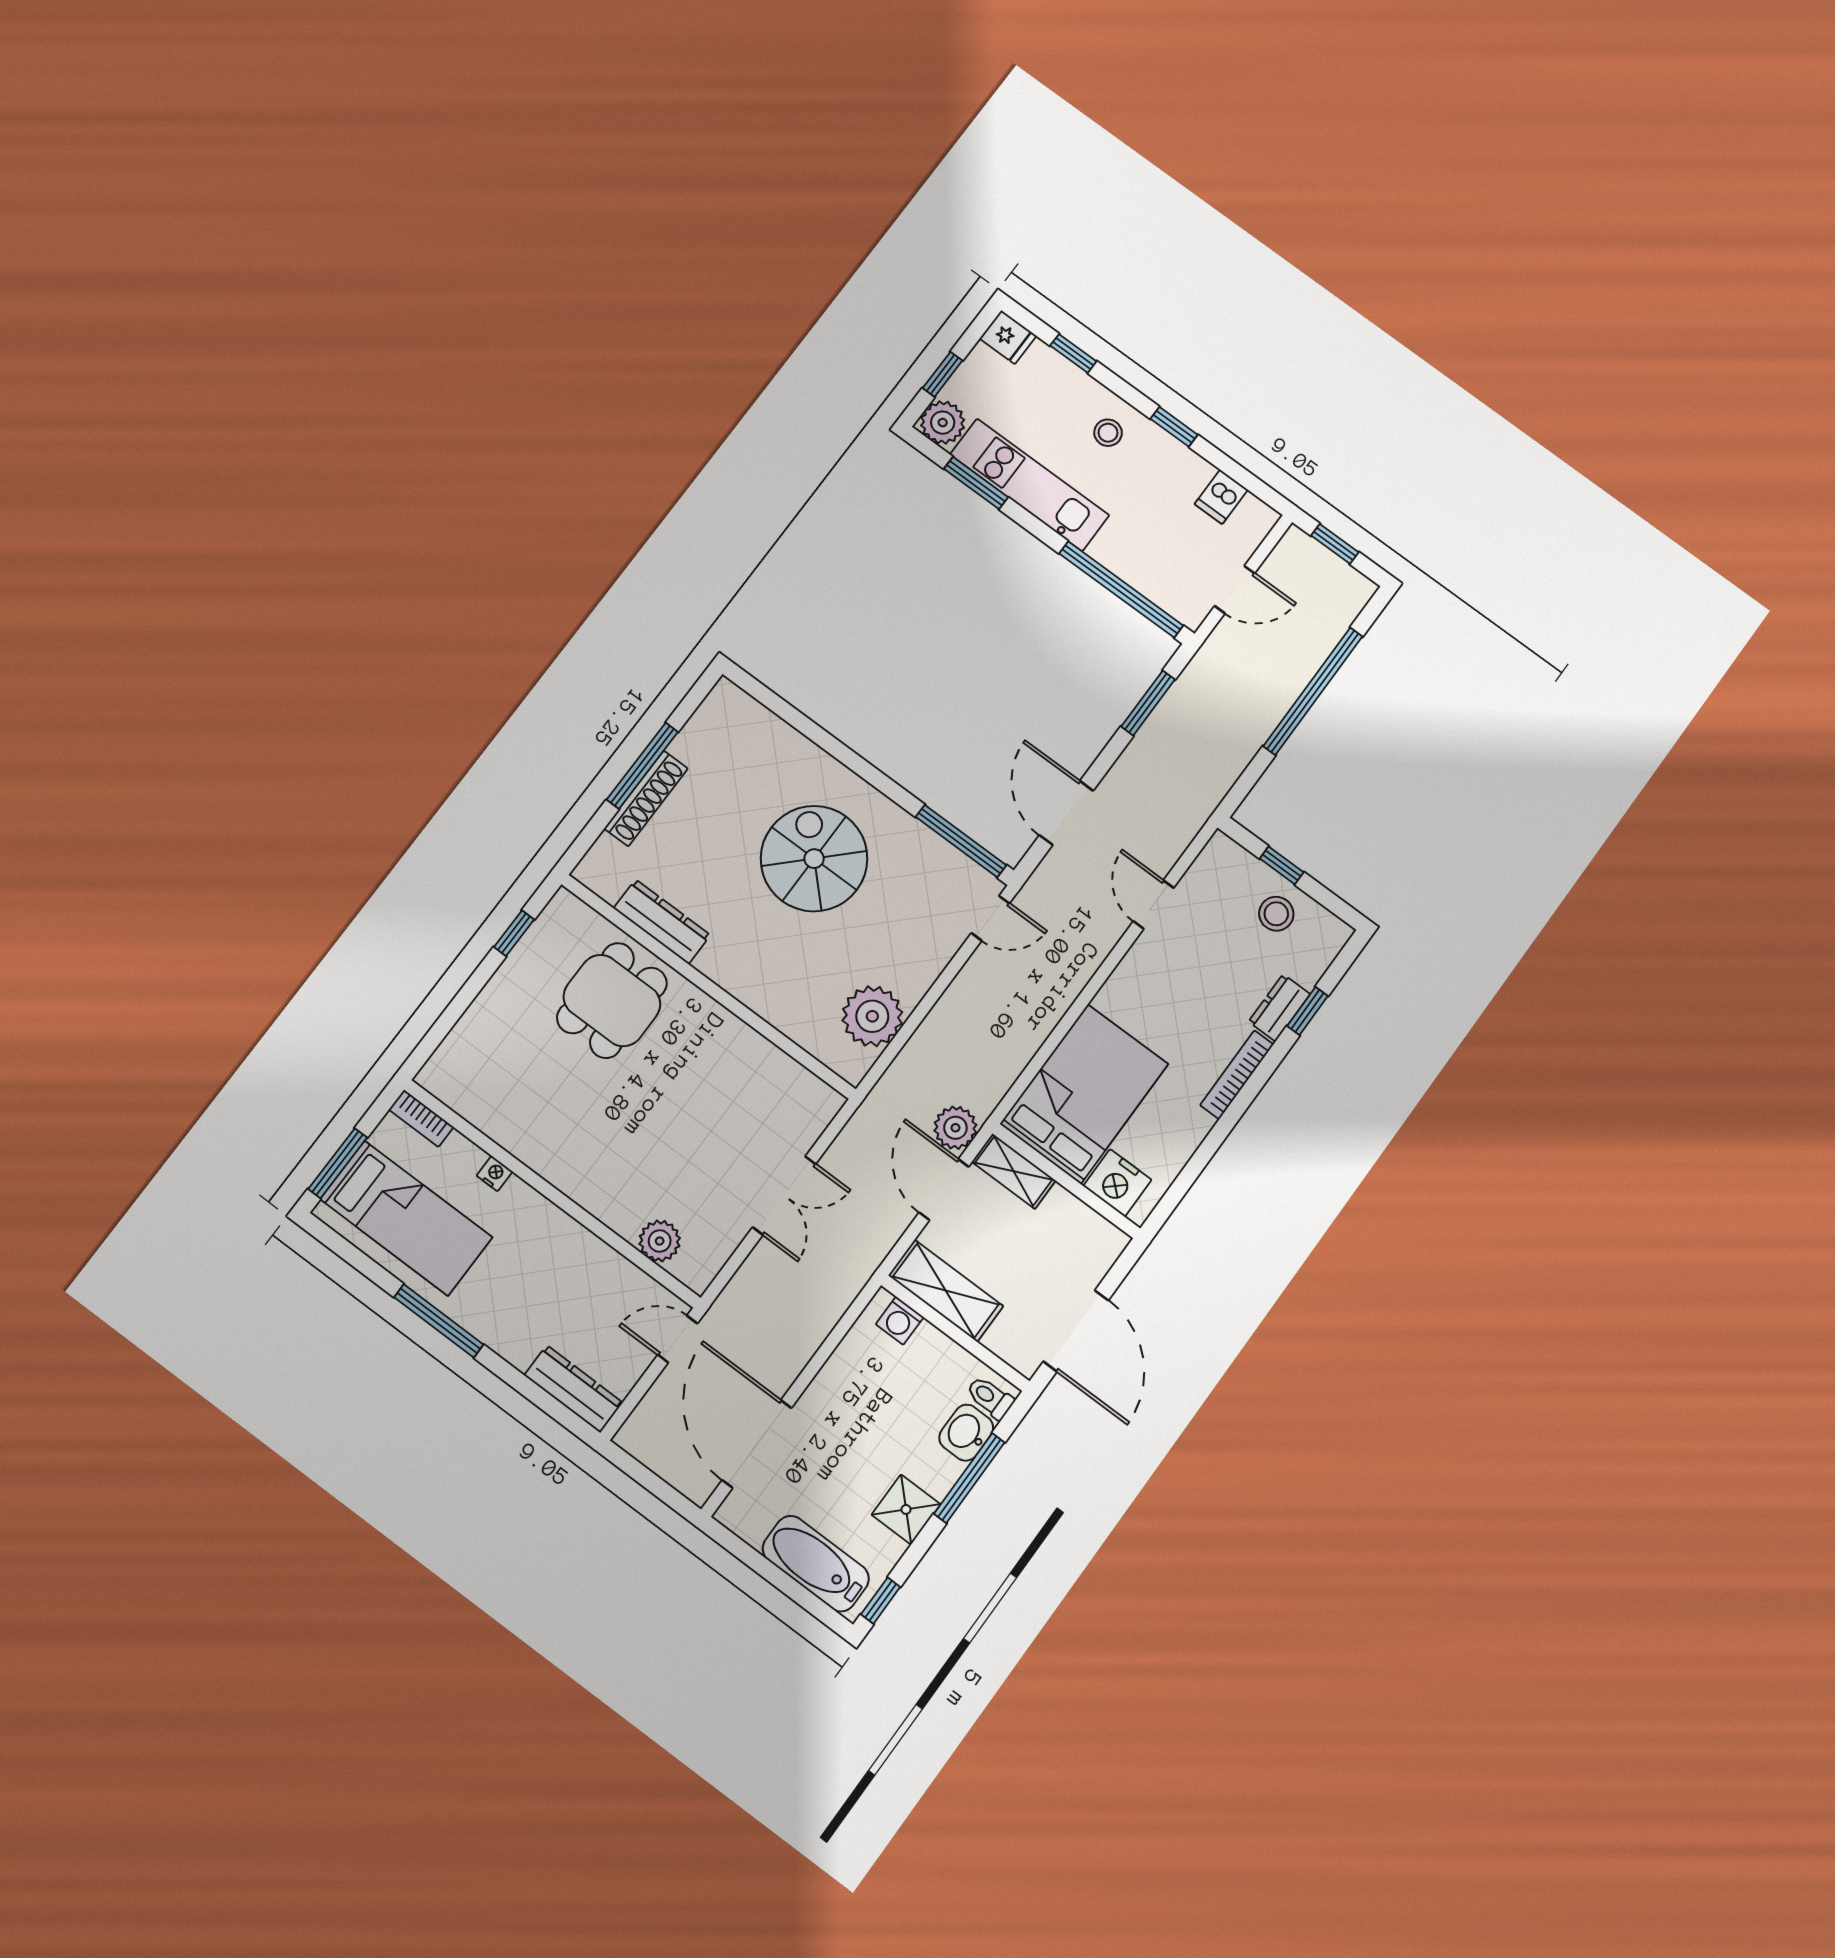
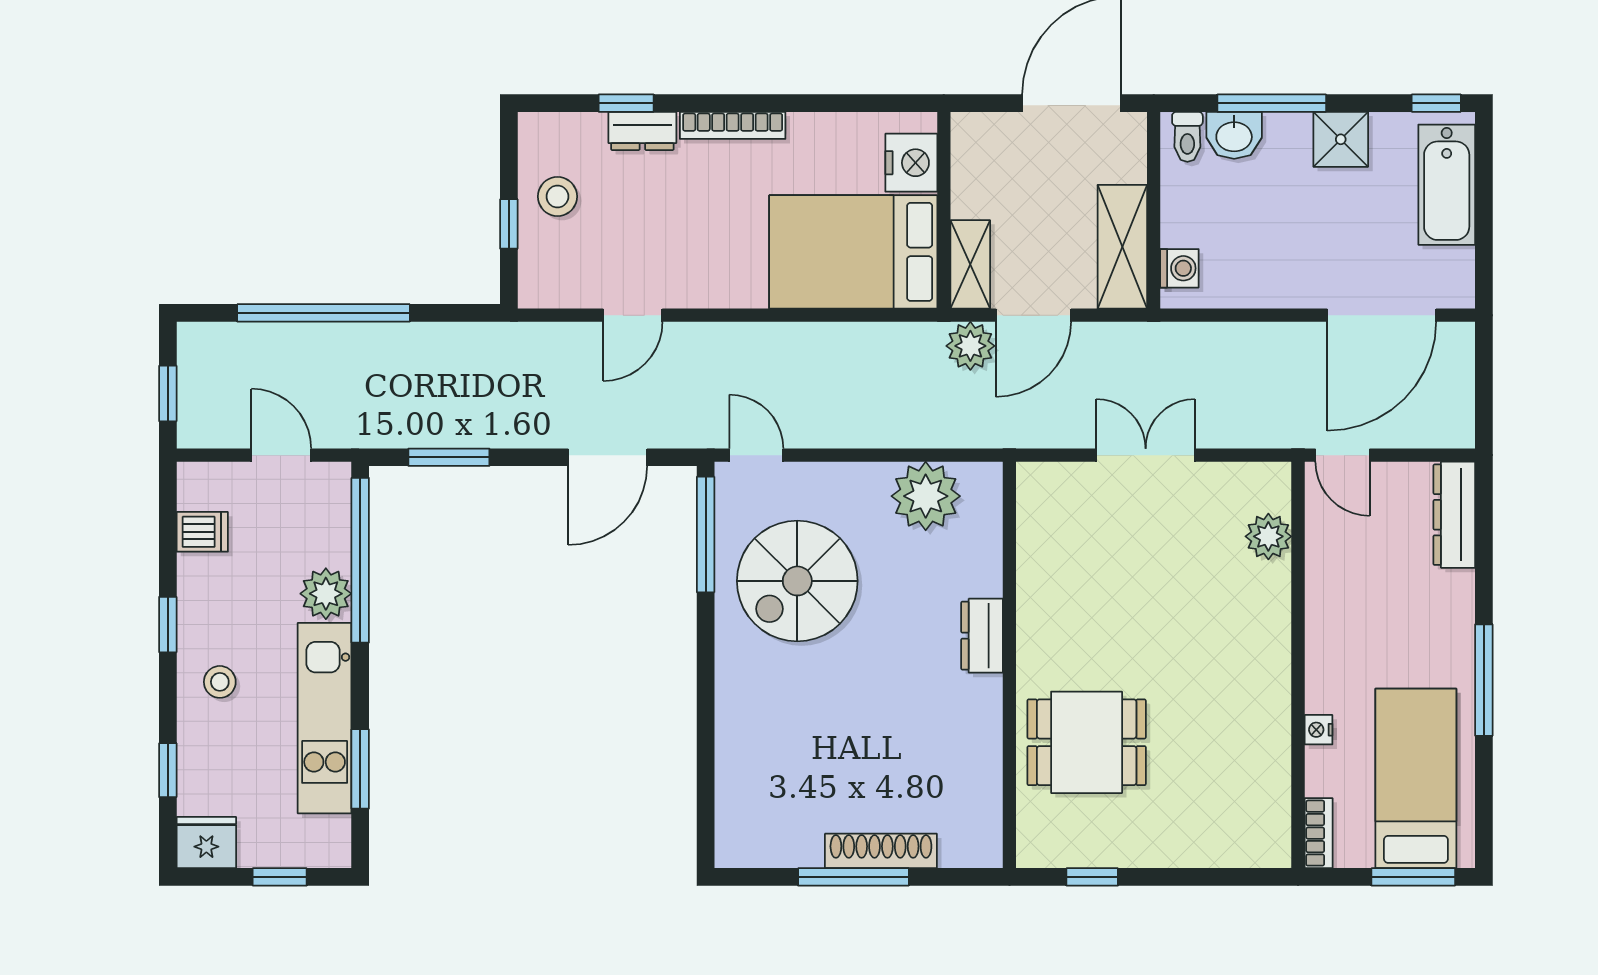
fridge: (1008, 337) -> (206, 843), width x1.38
plant: (943, 423) -> (326, 594), moved
spiral stairs: (814, 859) -> (797, 581), moved
dresser: (662, 922) -> (982, 636), moved, width x0.70

